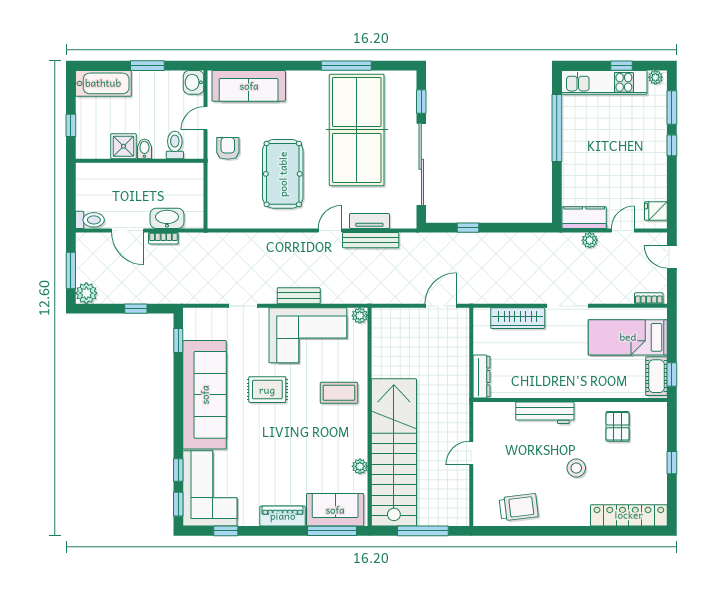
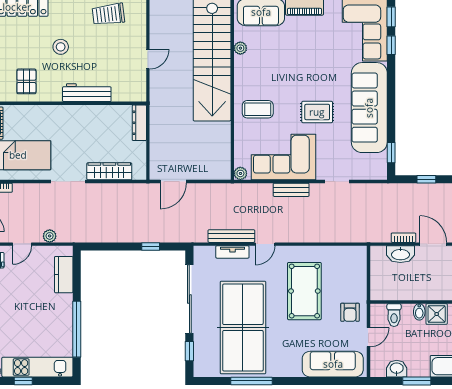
washbasin: (194, 82) -> (397, 369), moved, turned -90
kitchen counter: (584, 218) -> (64, 275), moved, turned 90

